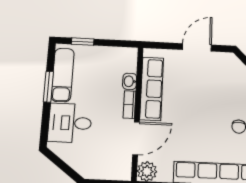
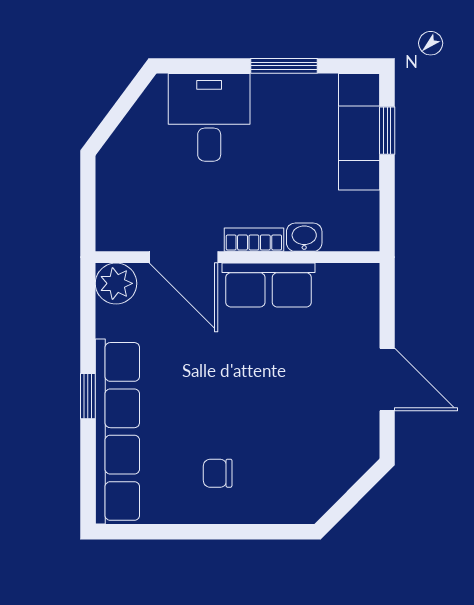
exam couch: (63, 75) -> (359, 132), moved, turned 90
row of seats: (152, 89) -> (269, 285), width x0.68

